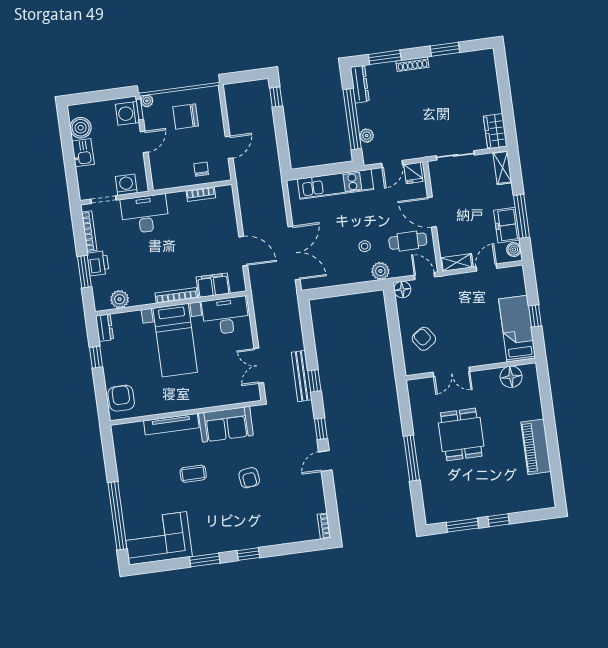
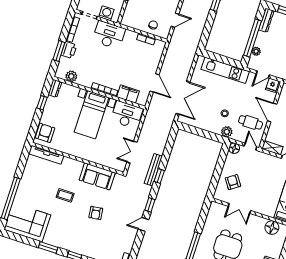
tv unit: (171, 424) -> (46, 155), moved

